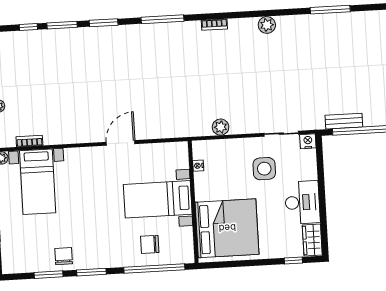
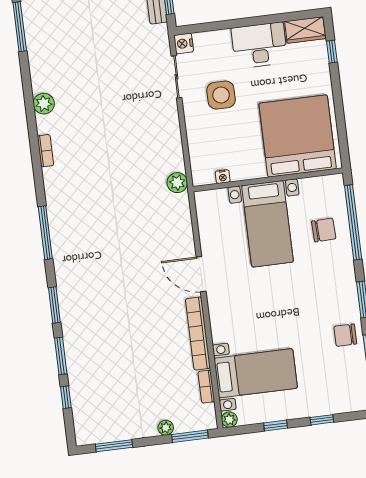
bookcase: (214, 25) -> (45, 151), moved
plant: (221, 127) -> (177, 183), moved
bookcase: (73, 137) -> (198, 333), added
chair: (150, 244) -> (324, 230), turned -92

